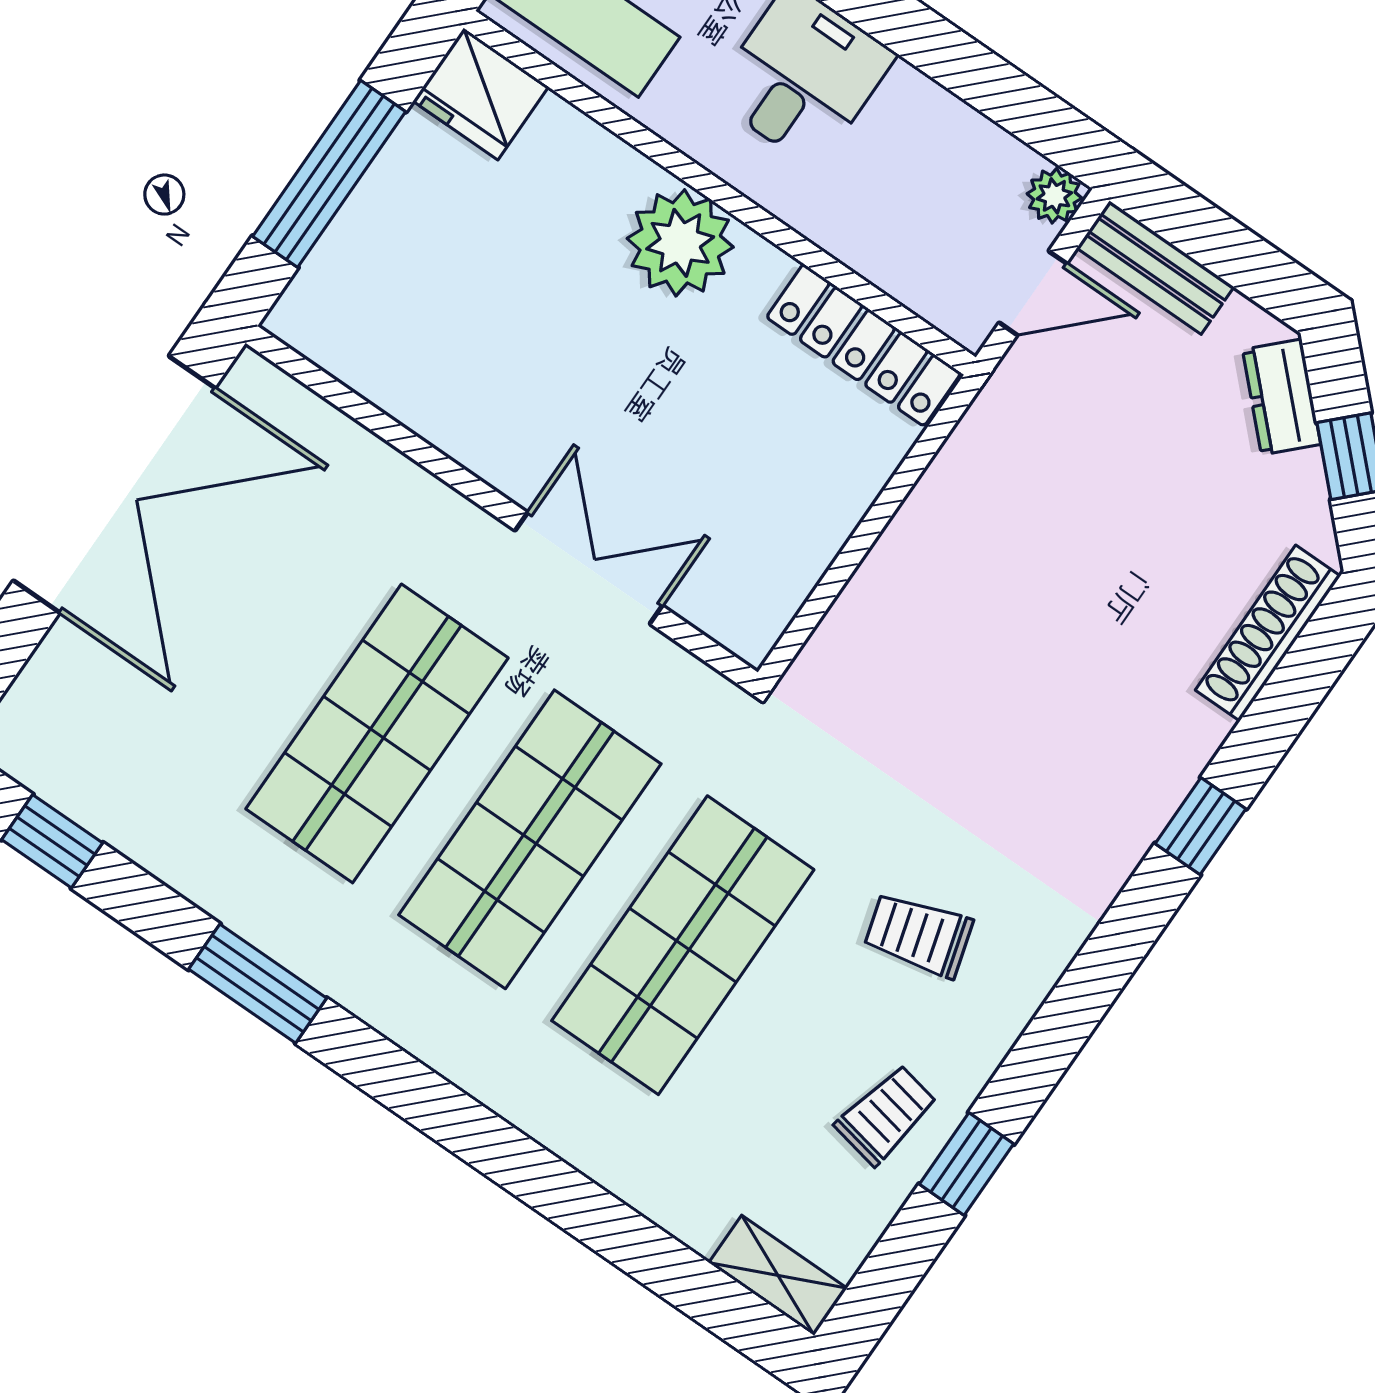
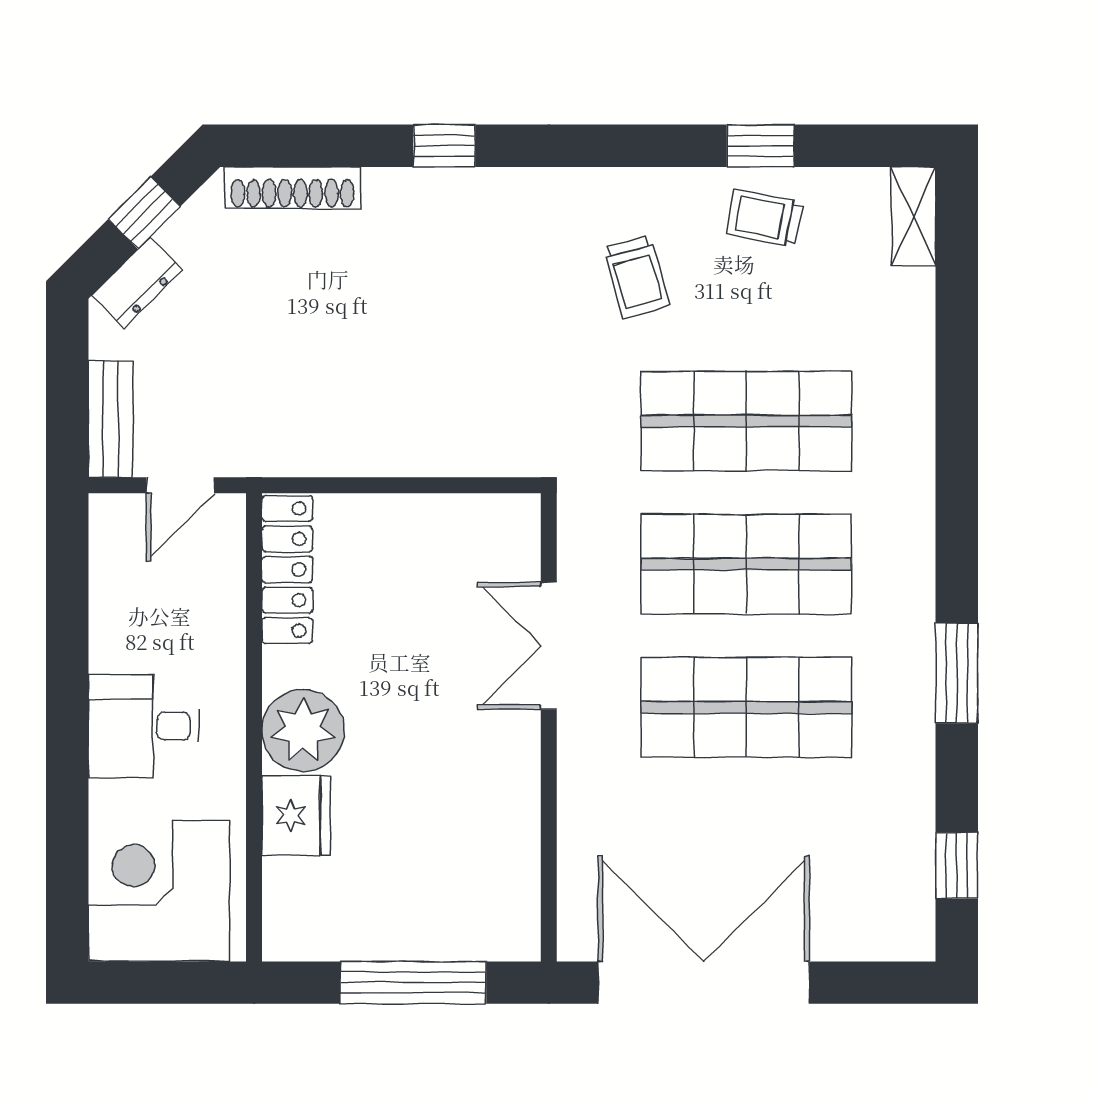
fridge: (481, 94) -> (296, 815), moved
plant: (1054, 196) -> (109, 514), removed
door: (1033, 293) -> (180, 485), swing flipped

